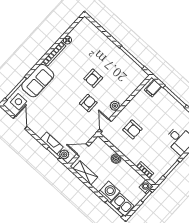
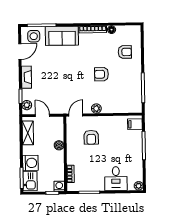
armchair: (88, 103) -> (125, 52), moved
fireplace: (52, 143) -> (26, 77), moved

